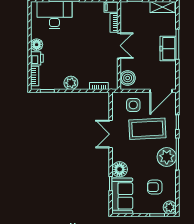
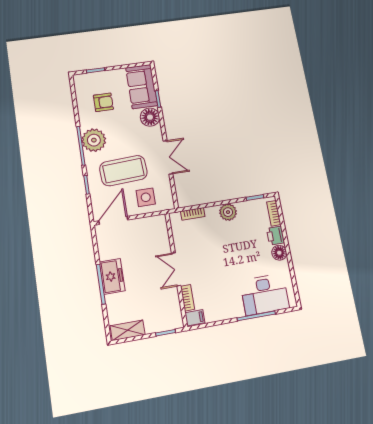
boiler: (128, 78) -> (158, 230), removed
plant: (170, 207) -> (81, 81), removed

